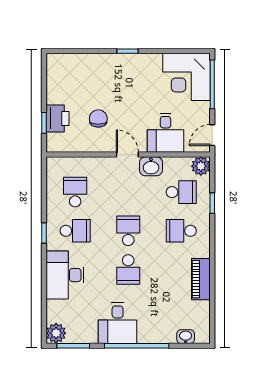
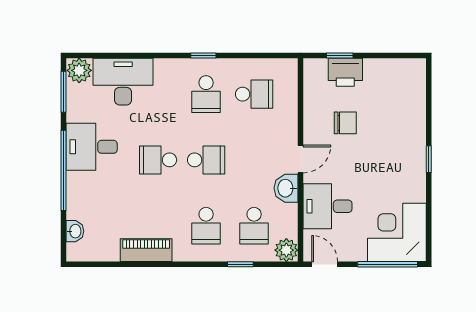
school desk: (181, 231) -> (206, 226), turned 180
desk: (65, 275) -> (123, 82), moved

